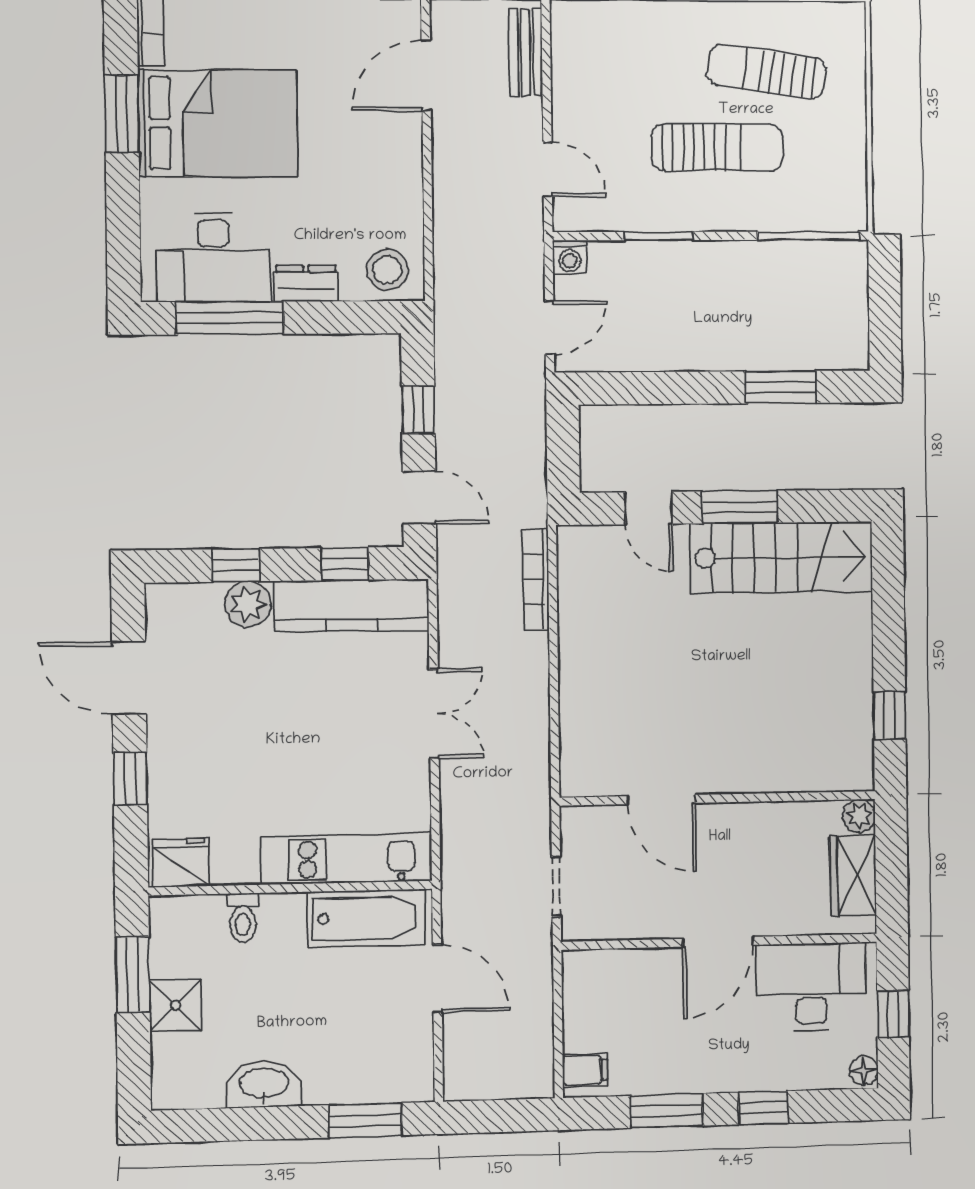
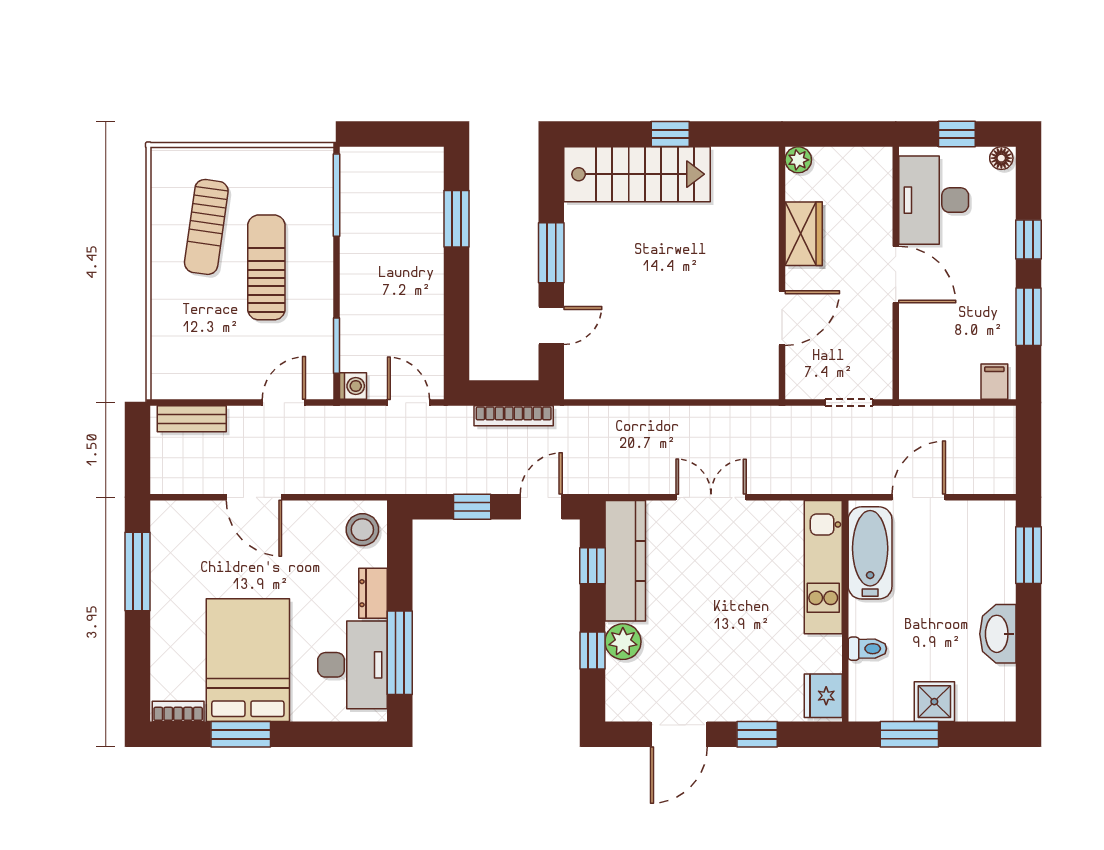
door: (426, 75) -> (254, 497), moved
window: (659, 236) -> (336, 346), moved
stairs: (781, 557) -> (637, 174), moved, turned 90
bookcase: (536, 579) -> (514, 416), moved
window: (890, 715) -> (670, 134), moved
wardrobe: (853, 876) -> (804, 234), moved, turned -90

